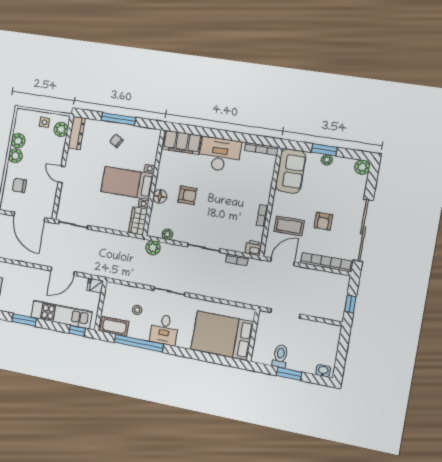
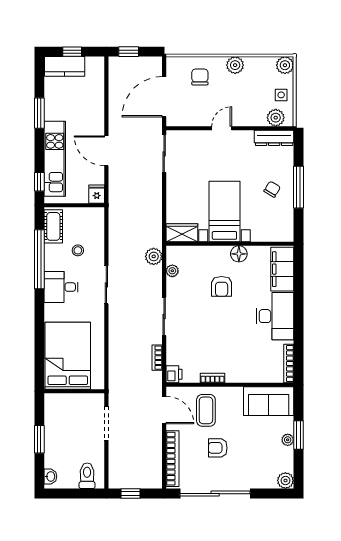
plant: (18, 141) -> (285, 65), moved
floor lamp: (160, 196) -> (239, 254), moved
toilet: (280, 356) -> (87, 476), moved, turned -90

